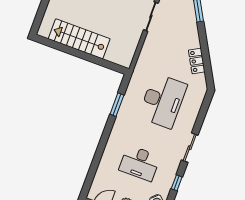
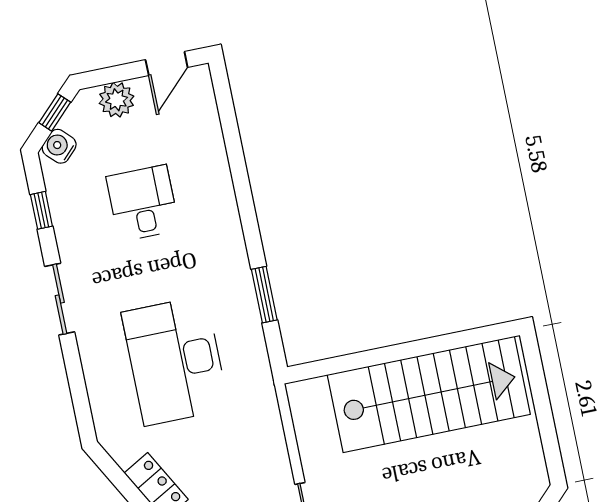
stairs: (79, 39) -> (429, 394), width x1.36, depth x1.51
desk: (140, 163) -> (143, 203), width x0.73

